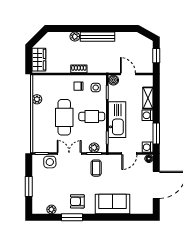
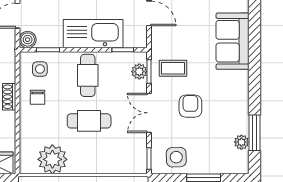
plant: (37, 99) -> (52, 159), width x1.87, depth x1.87
cafe table: (64, 117) -> (89, 121), width x0.73, depth x0.74
side table: (50, 162) -> (176, 157), moved
armchair: (77, 201) -> (190, 106), moved, turned 180
window: (72, 217) -> (254, 133), moved

